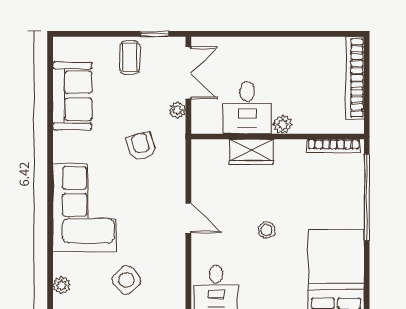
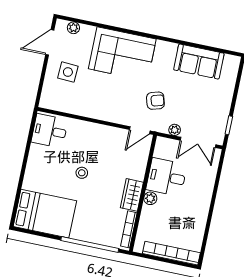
coffee table: (130, 58) -> (216, 105), removed
wardrobe: (251, 152) -> (132, 195), moved
door: (188, 218) -> (140, 130), moved
side table: (126, 280) -> (68, 72), turned 45

